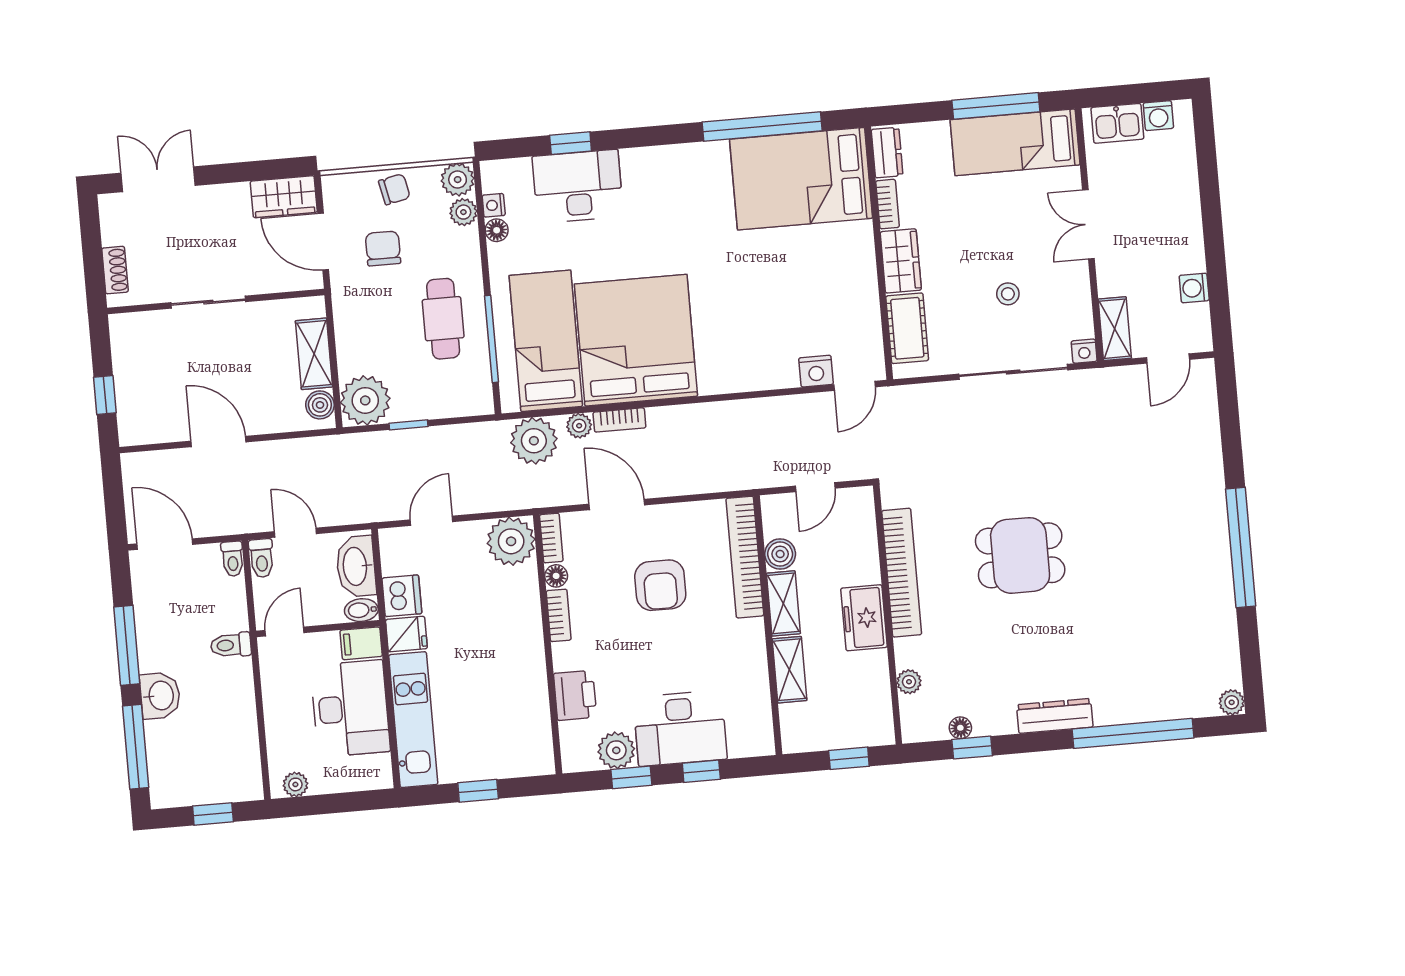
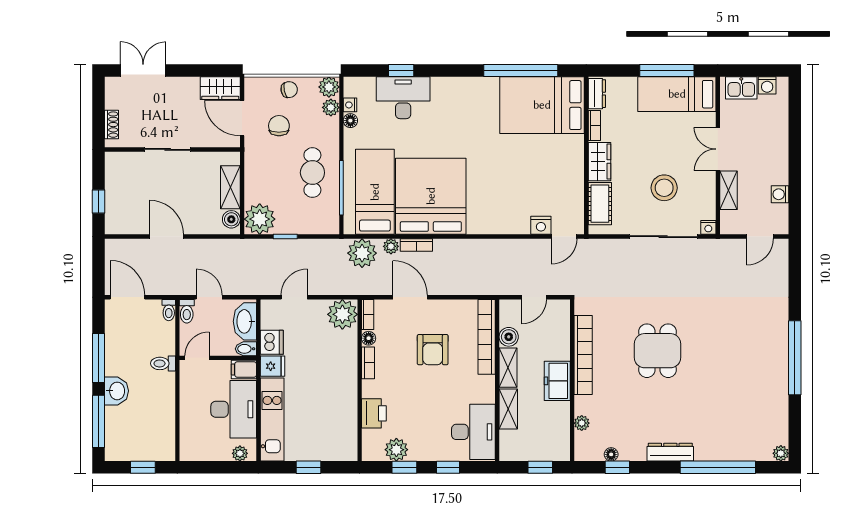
stool: (1008, 294) -> (664, 188), width x1.89, depth x1.89
shelving: (1115, 329) -> (729, 190), moved
dining table: (1020, 555) -> (657, 351), turned 90
desk: (680, 728) -> (473, 432), moved, turned -90
plant: (295, 784) -> (240, 453), moved

